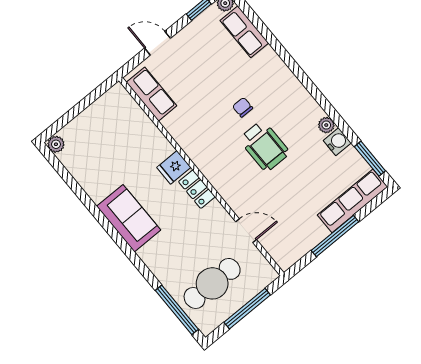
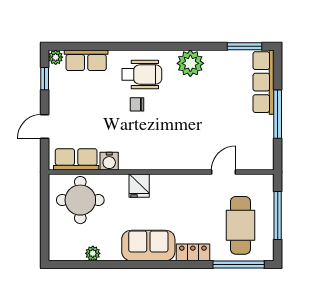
plant: (326, 125) -> (190, 63), width x1.87, depth x1.87
round table: (119, 127) -> (80, 200), added
water cooler: (337, 142) -> (109, 161), moved, turned 180
plant: (56, 144) -> (93, 253), moved
wheelchair: (264, 146) -> (142, 74), moved
locker: (197, 189) -> (193, 252), moved, turned 180

